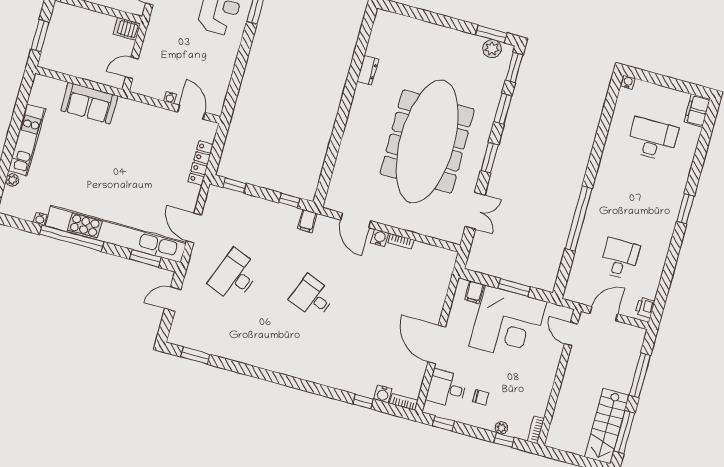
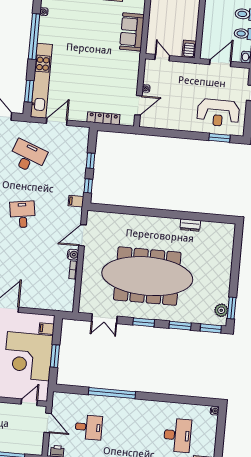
window: (235, 185) -> (90, 161), moved
kitchen unit: (116, 234) -> (41, 81), width x0.73
desk: (312, 297) -> (23, 214), turned -30

